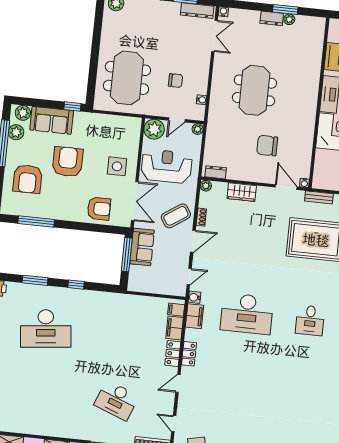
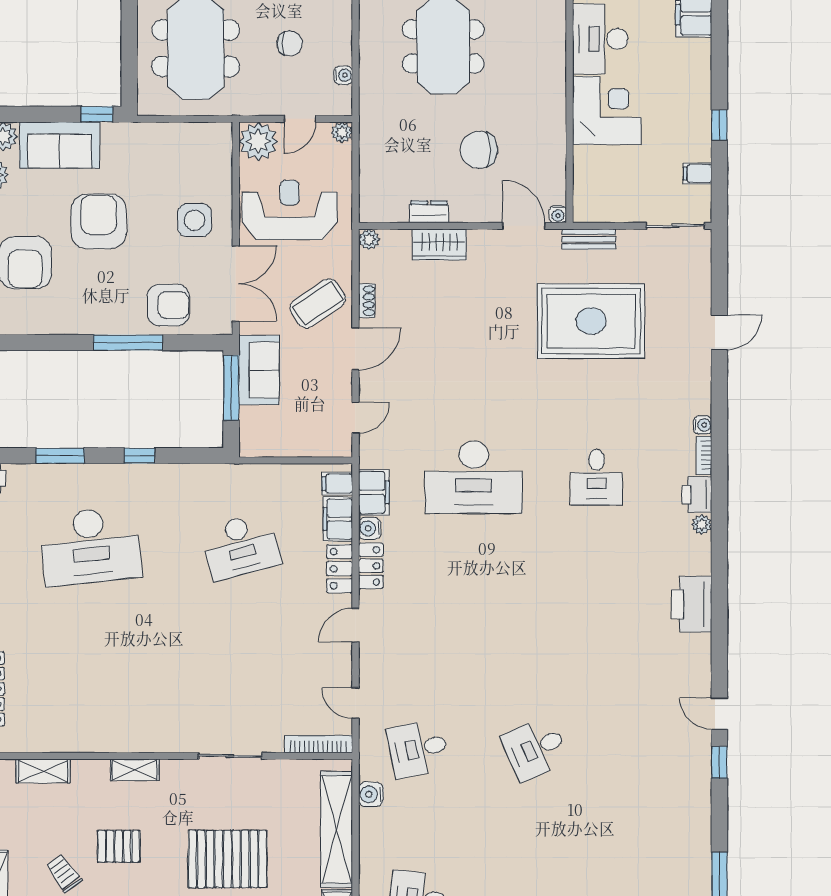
dresser: (216, 172) -> (429, 212), moved
window: (36, 222) -> (128, 343), moved
water cooler: (194, 297) -> (370, 528), moved
desk: (117, 400) -> (241, 546), moved, turned -36

